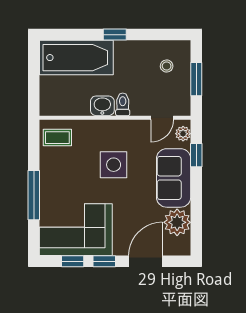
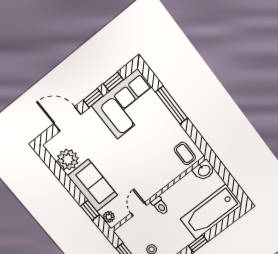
washbasin: (102, 106) -> (204, 170), moved
door: (162, 118) -> (139, 209), moved
coffee table: (57, 138) -> (185, 153), turned 90
side table: (114, 165) -> (136, 164), removed
door: (145, 261) -> (67, 119), swing flipped

